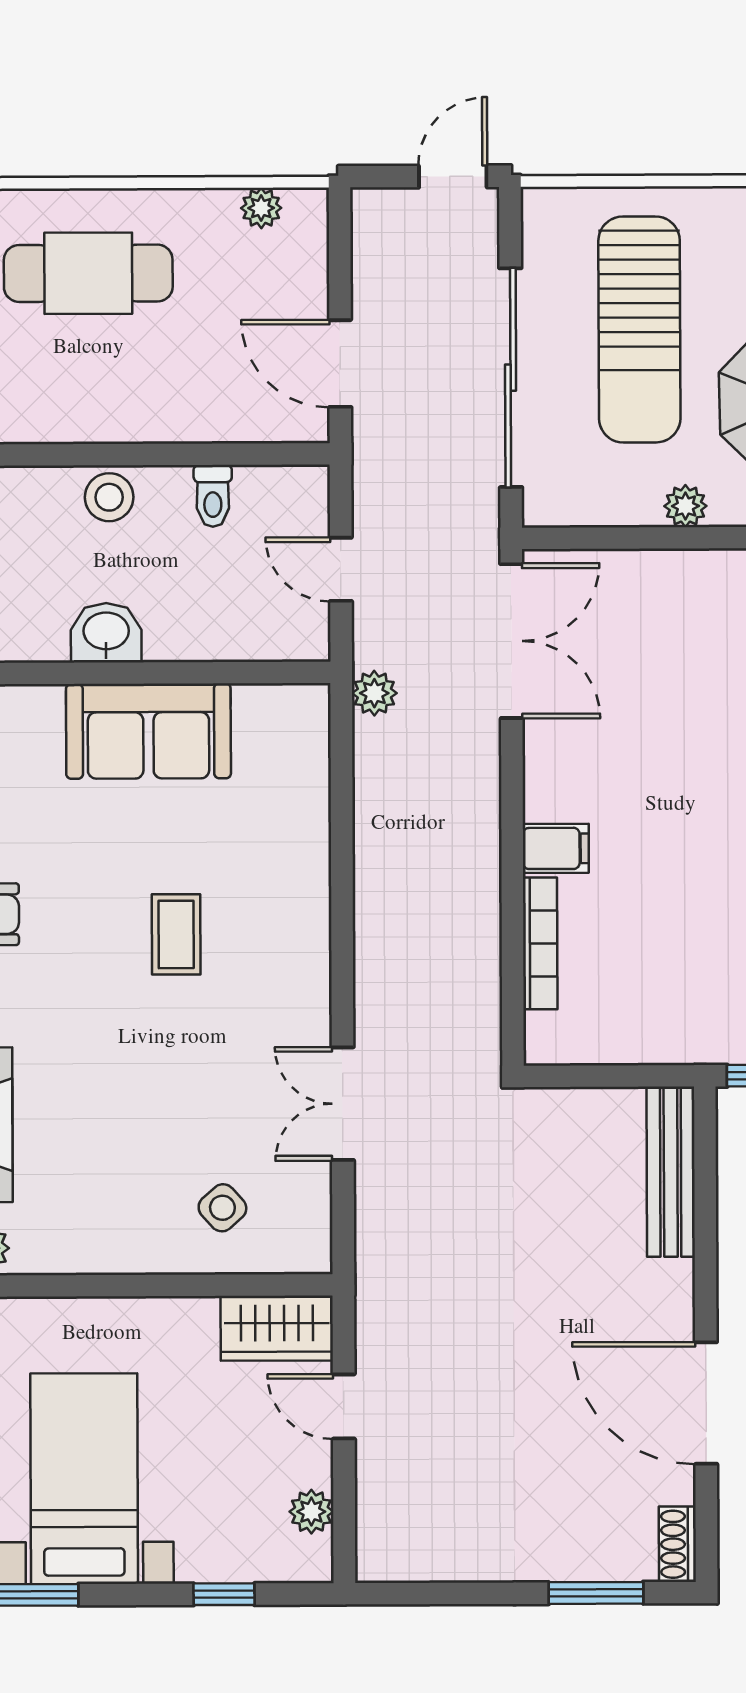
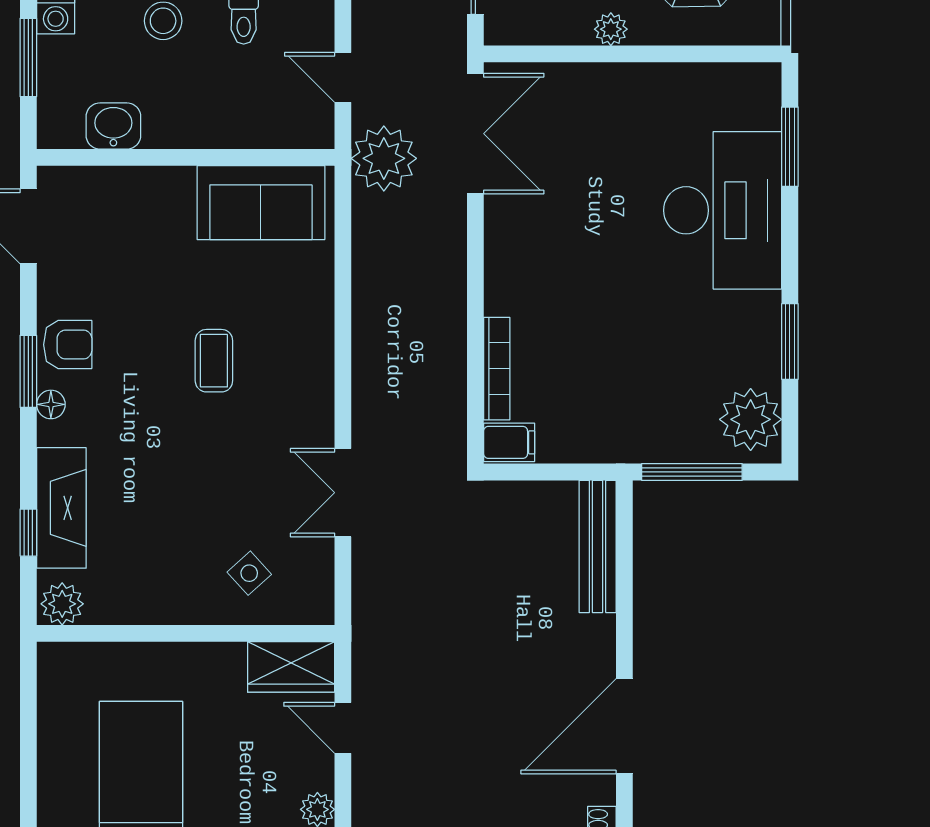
washbasin: (106, 633) -> (113, 126), moved
plant: (374, 693) -> (384, 158), width x1.87, depth x1.87
sofa: (148, 731) -> (261, 203), moved
filing cabinet: (556, 848) -> (509, 442), moved
door: (706, 1403) -> (624, 726), hinge flipped

